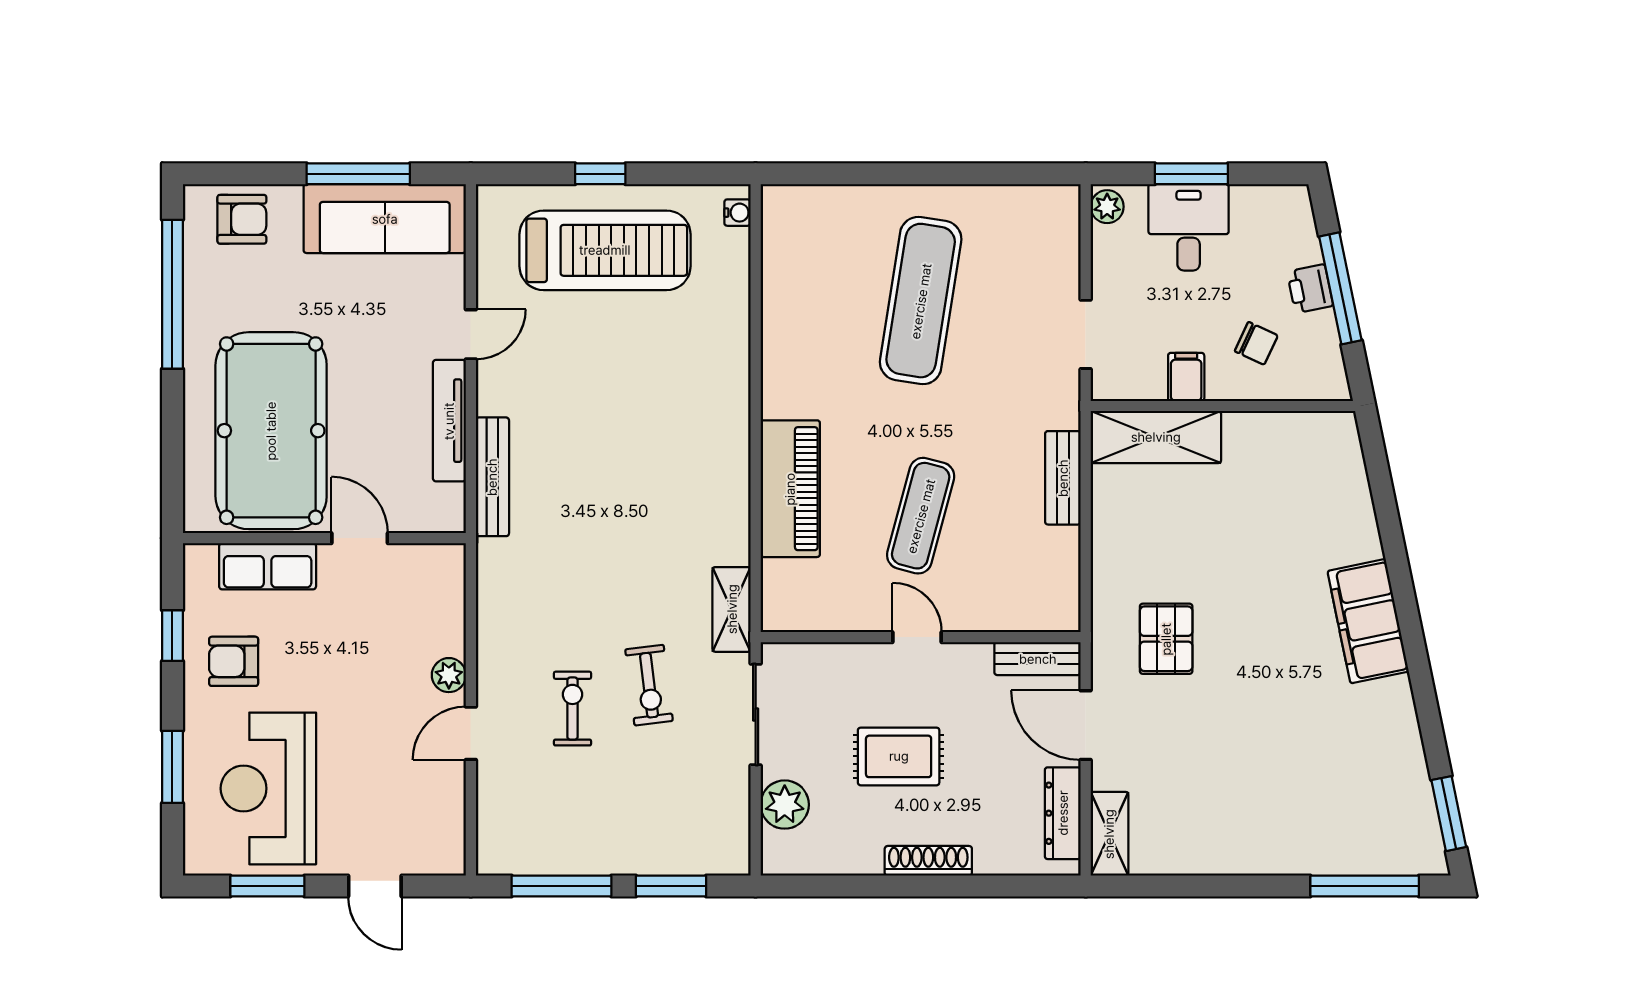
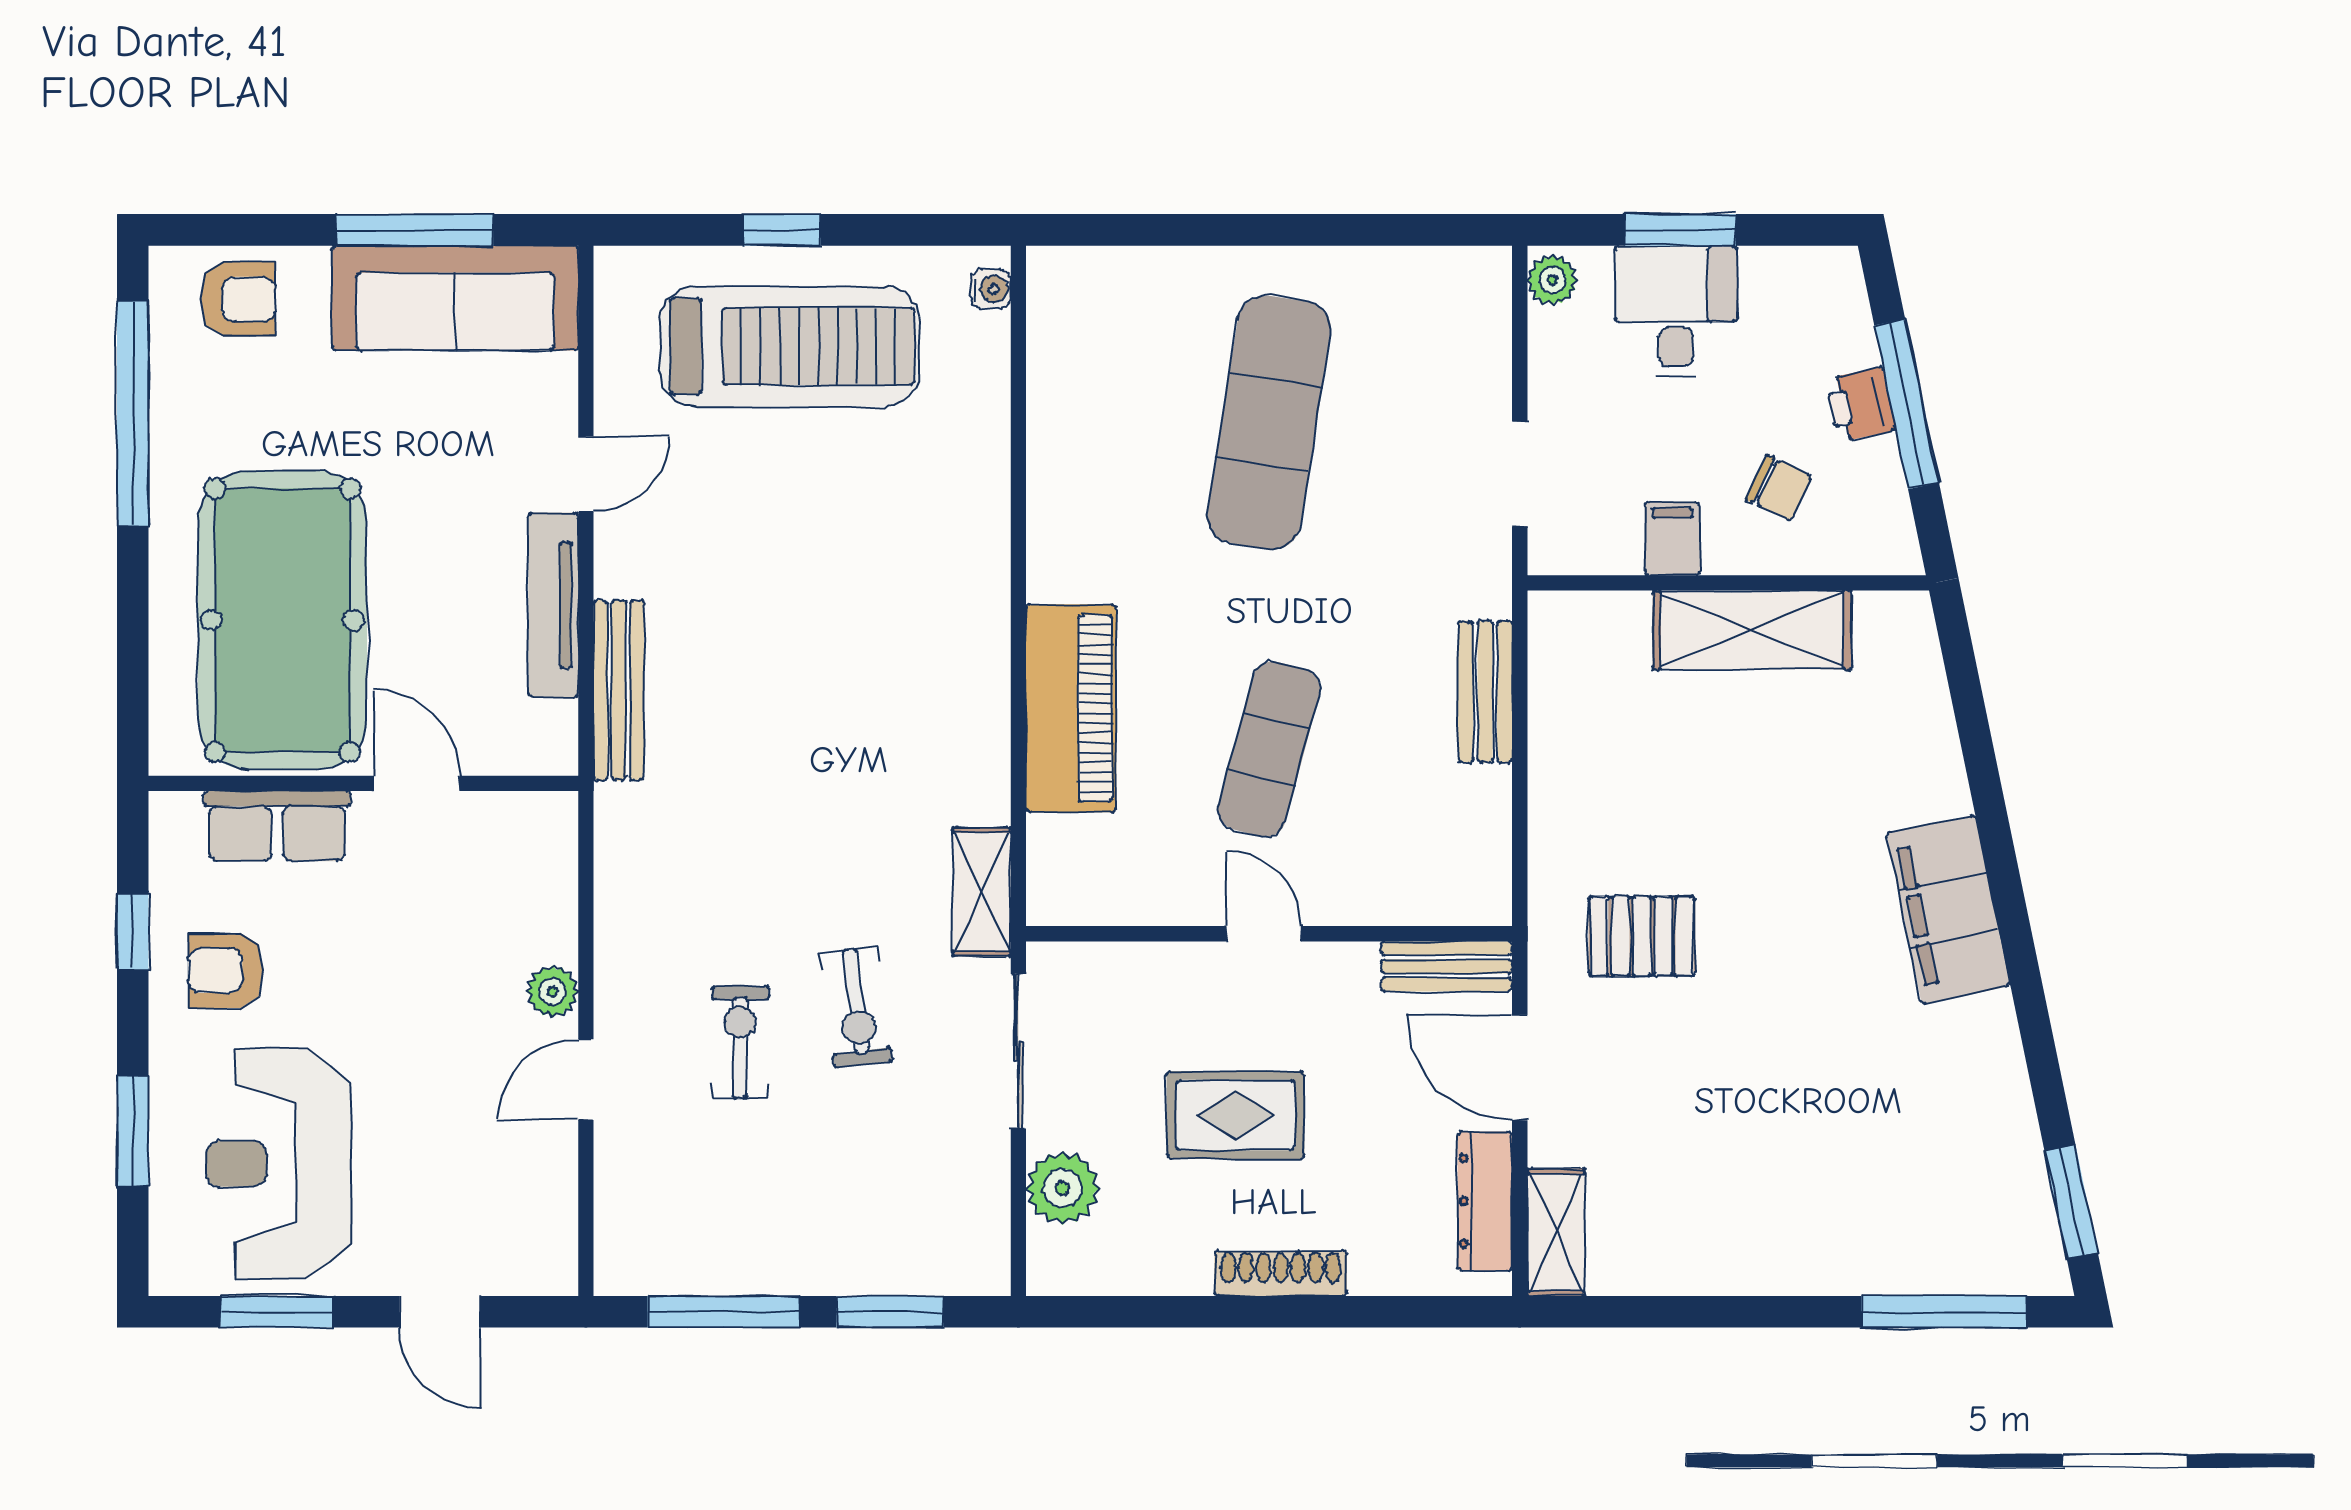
shelving: (1156, 437) -> (1752, 630), moved
pallet: (1166, 639) -> (1642, 936), turned 90

